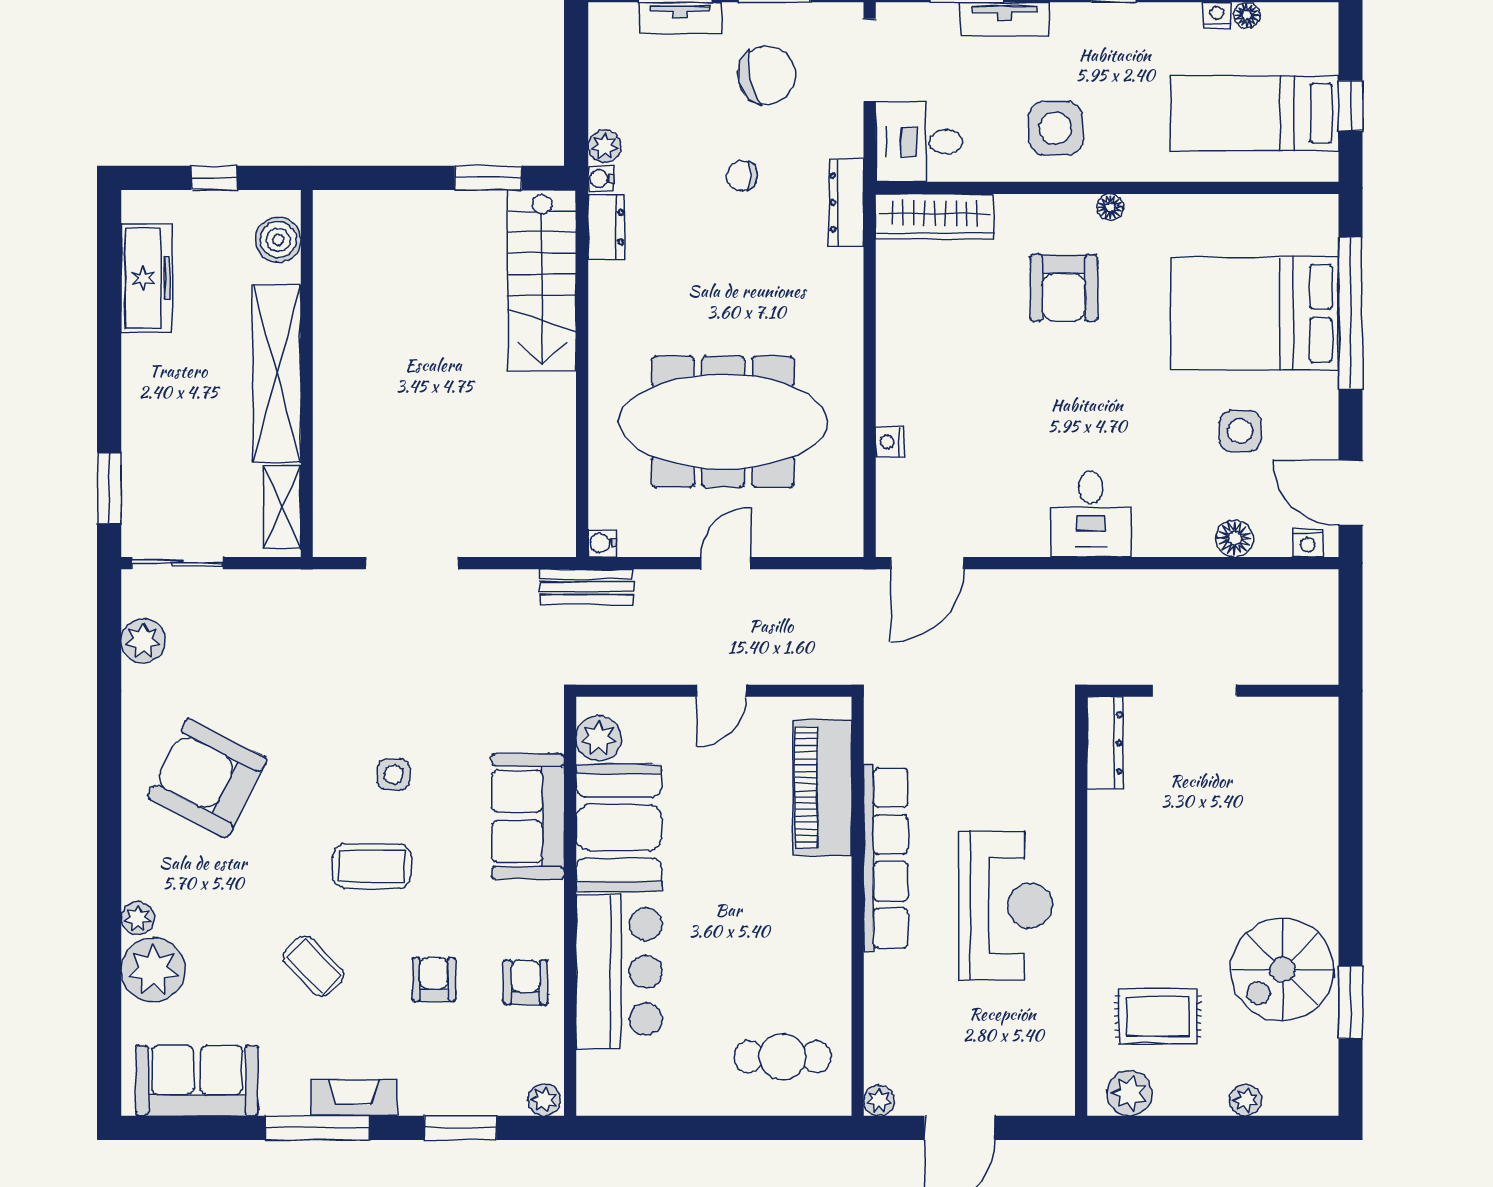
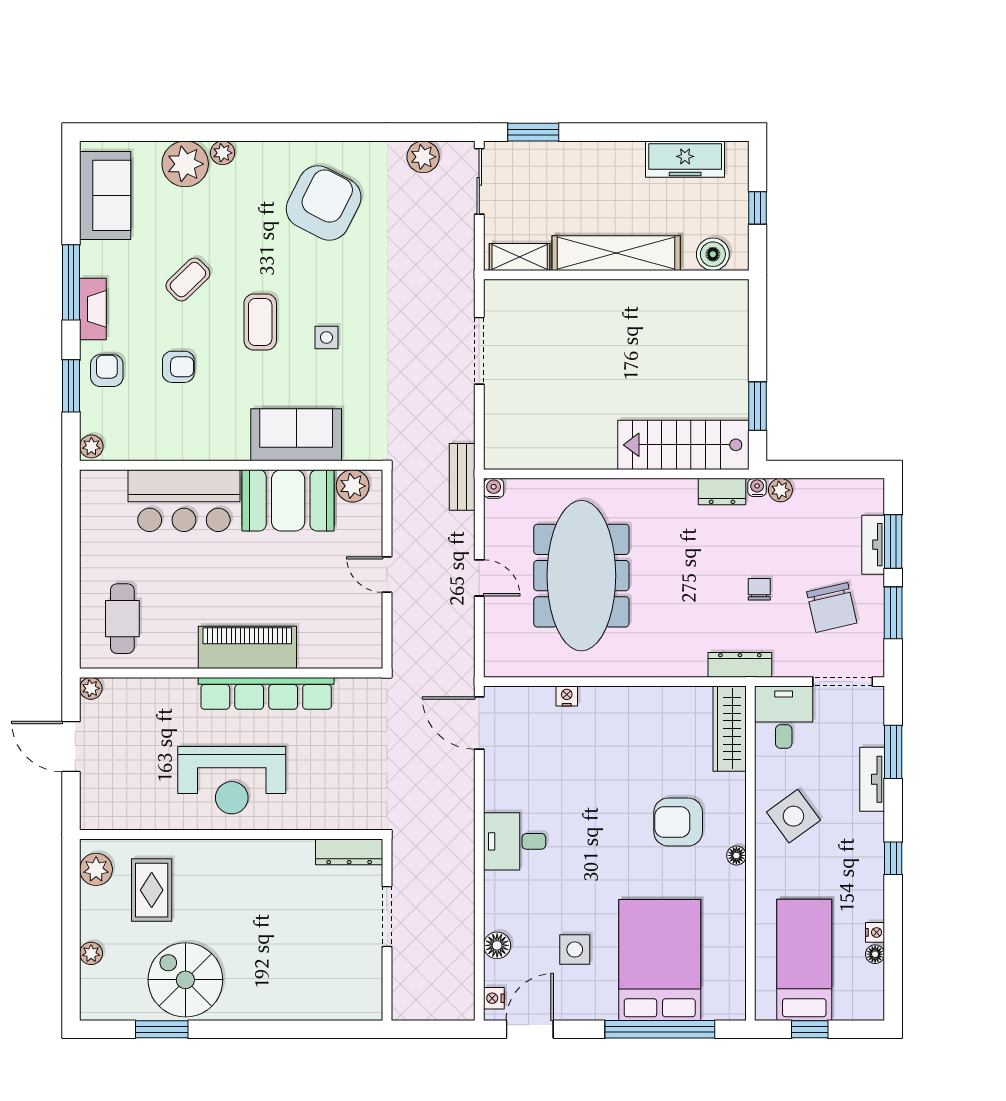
side table: (1056, 128) -> (793, 816), turned -36
piano: (822, 787) -> (247, 647), moved
armchair: (526, 982) -> (107, 371), moved, turned -90

